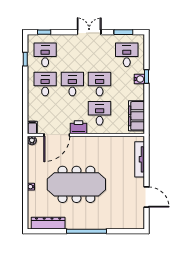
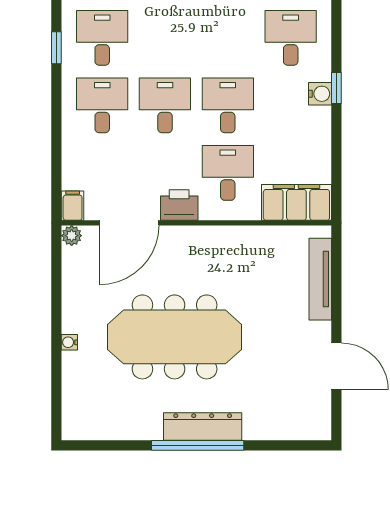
filing cabinet: (137, 116) -> (296, 202), moved, turned 90
dresser: (48, 223) -> (203, 426), moved

